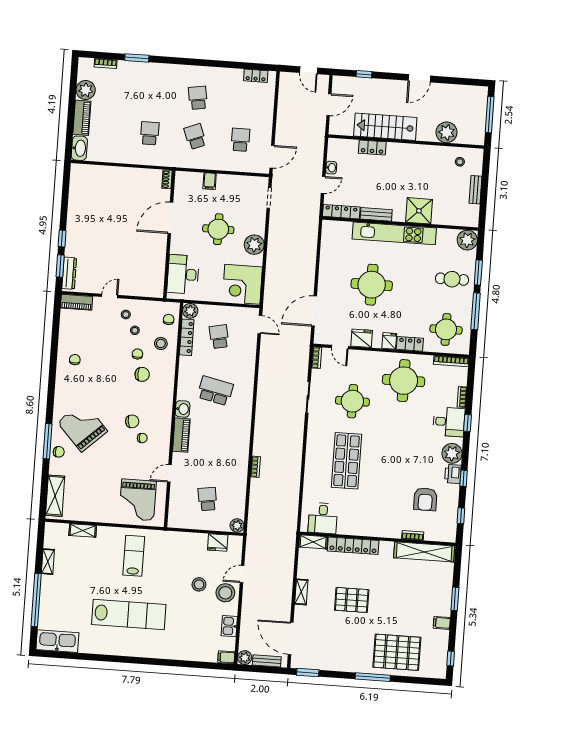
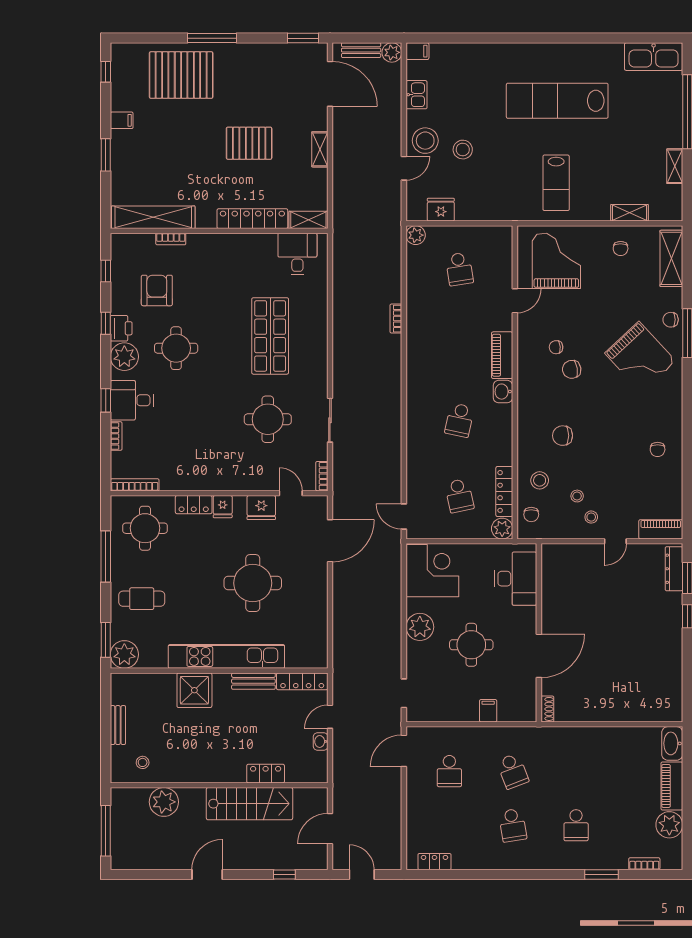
school desk: (150, 133) -> (576, 825), moved
window: (478, 273) -> (106, 640), moved
chair: (137, 354) -> (621, 248), moved
round table: (404, 381) -> (176, 348), moved, width x0.73, depth x0.73
school desk: (215, 391) -> (459, 420), width x0.54

